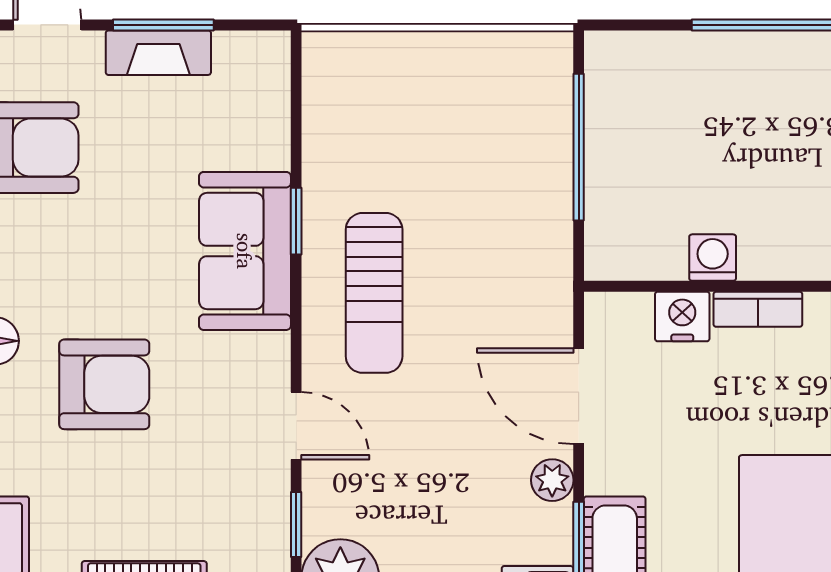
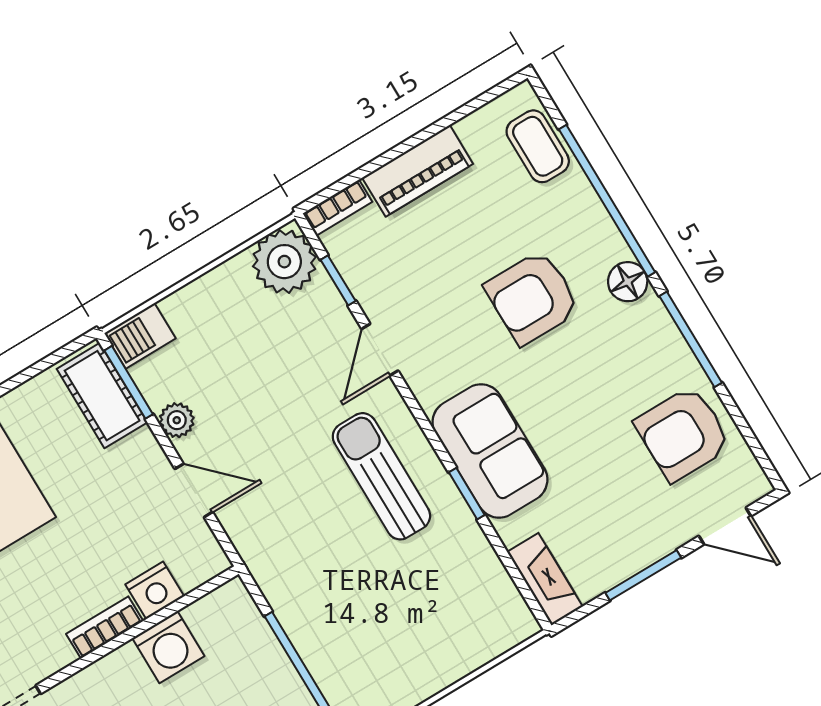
fireplace: (158, 53) -> (545, 579), moved, turned 90
washing machine: (713, 258) -> (168, 647), width x1.38, depth x1.38
door: (579, 396) -> (194, 490), width x0.73
door: (296, 426) -> (380, 350), hinge flipped

